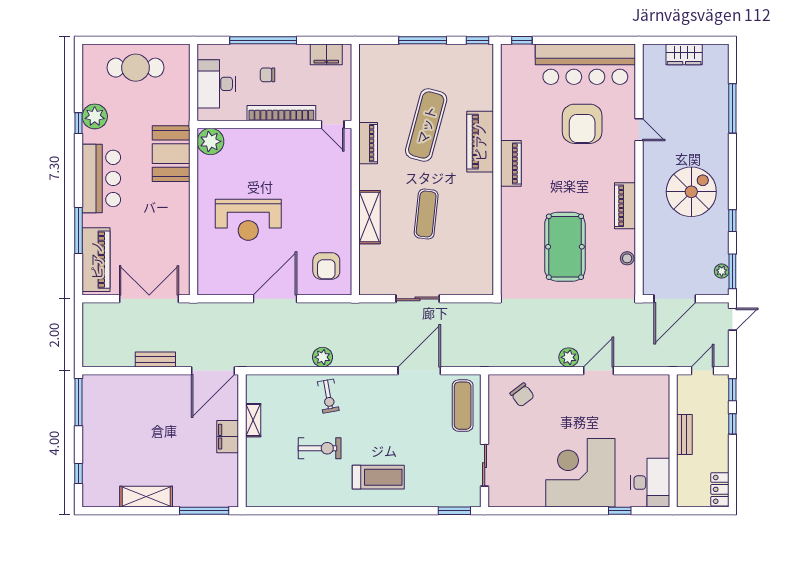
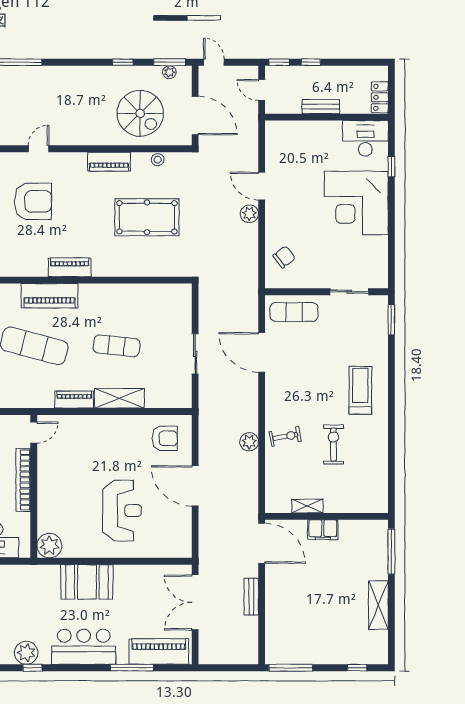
piano: (368, 143) -> (74, 400), moved
booth: (171, 154) -> (87, 582), moved
spiral stairs: (691, 192) -> (140, 113), moved, turned 180
locker: (720, 489) -> (380, 97), moved, turned 90

